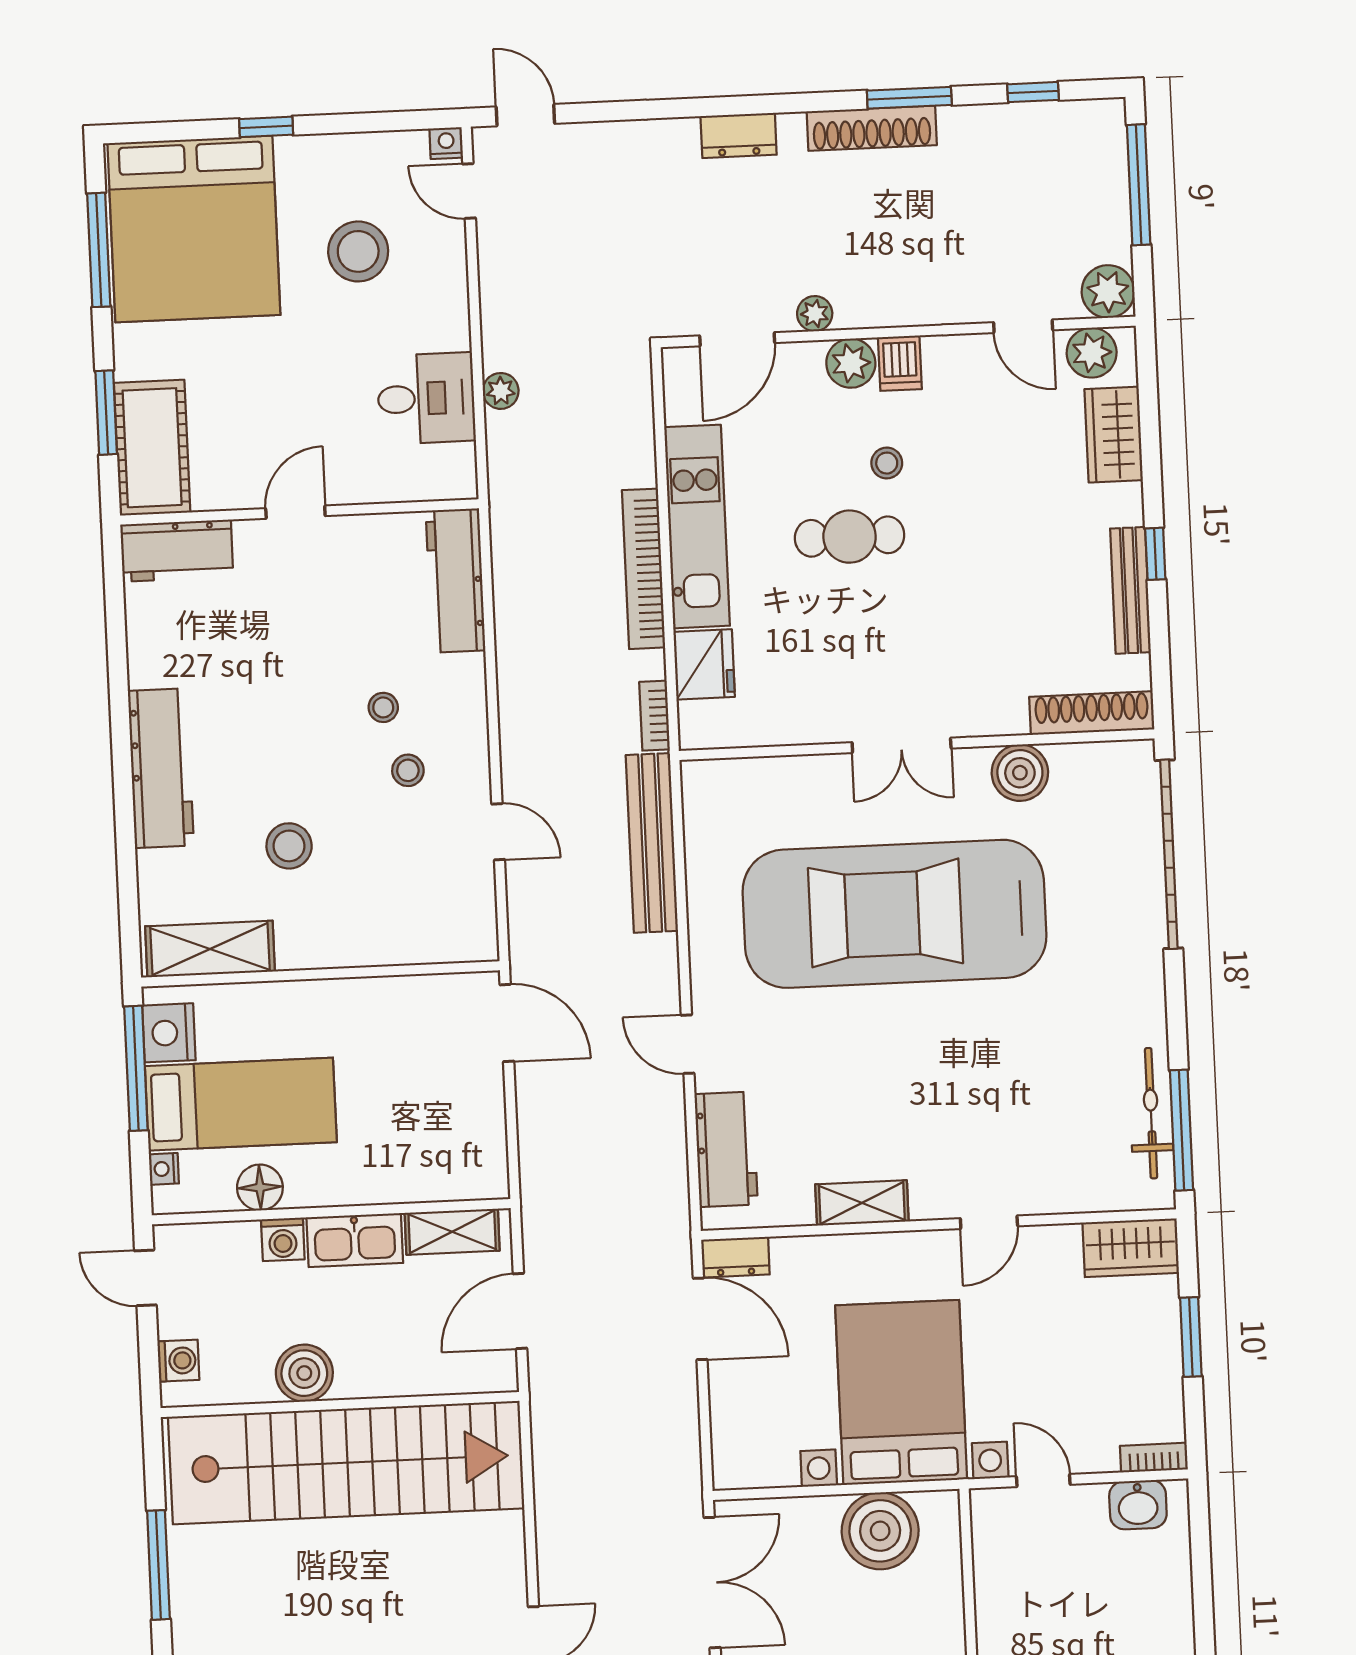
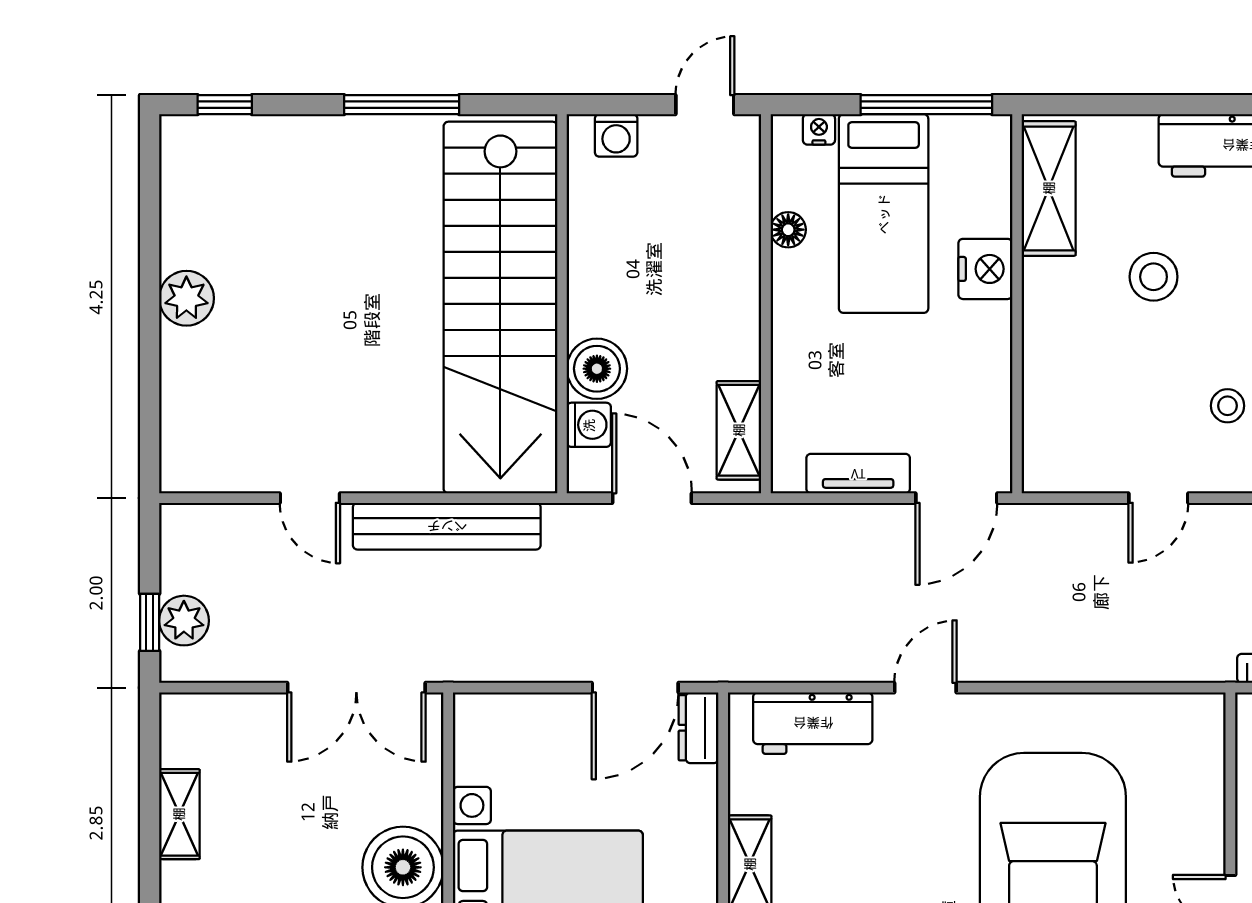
bench: (652, 843) -> (447, 526), moved
nightstand: (169, 1033) -> (985, 269), moved, turned 90
tv unit: (488, 1117) -> (858, 474), added
floor lamp: (260, 1187) -> (788, 230), width x0.73, depth x0.73
washing machine: (283, 1239) -> (589, 425), moved, turned 180
kitchen sink: (355, 1240) -> (735, 327), removed
boiler: (304, 1373) -> (597, 369), moved

